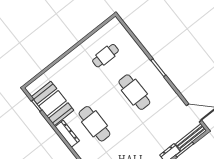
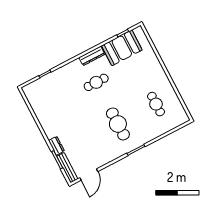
cafe table: (134, 92) -> (118, 124), turned 90
cafe table: (94, 124) -> (96, 82), width x0.73, depth x0.74

